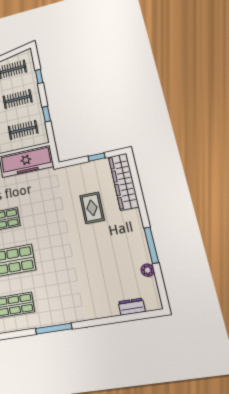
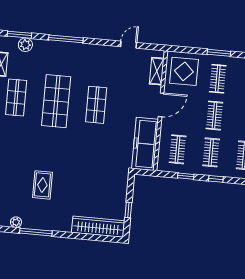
window: (39, 76) -> (216, 179), moved
rug: (92, 208) -> (42, 185), moved, turned 90

